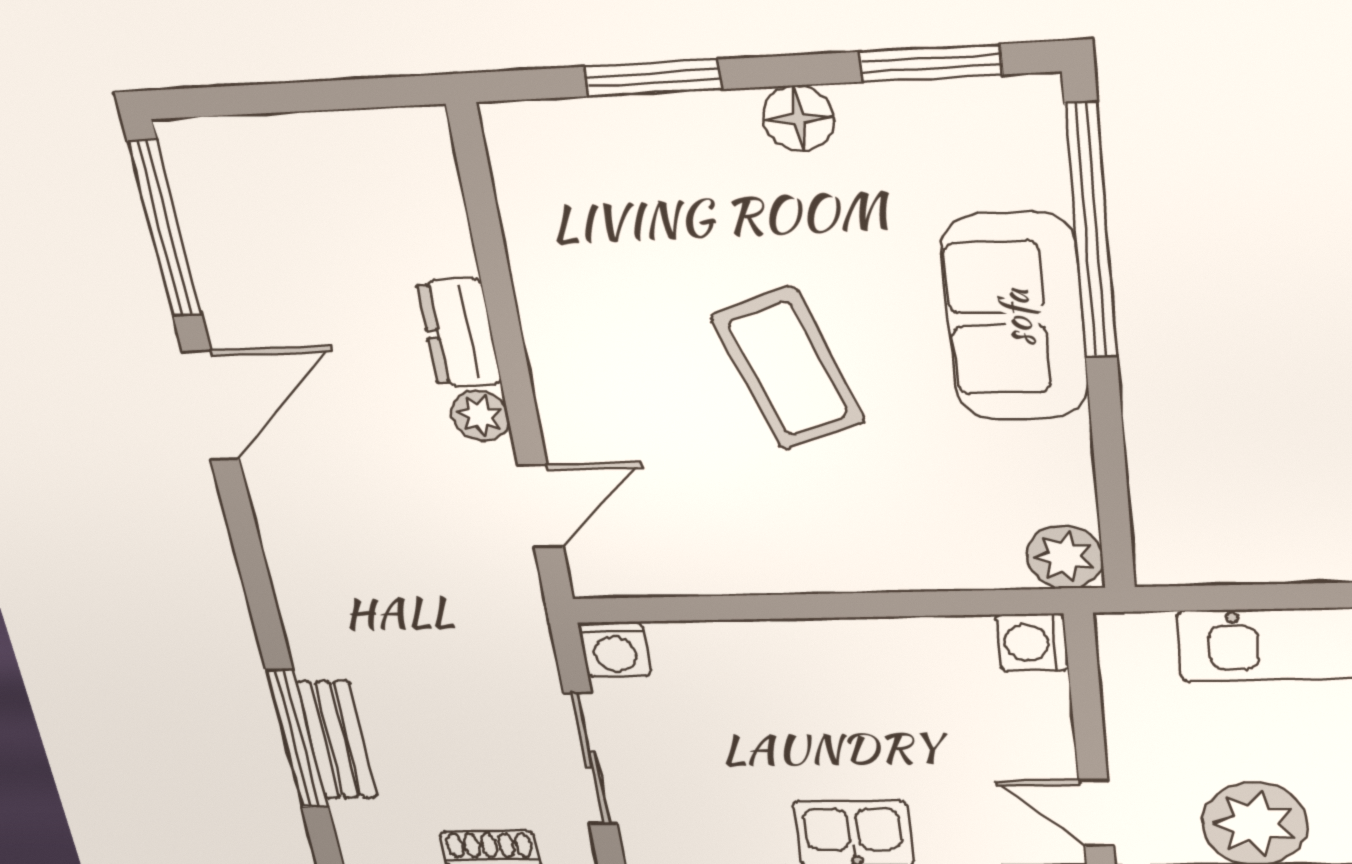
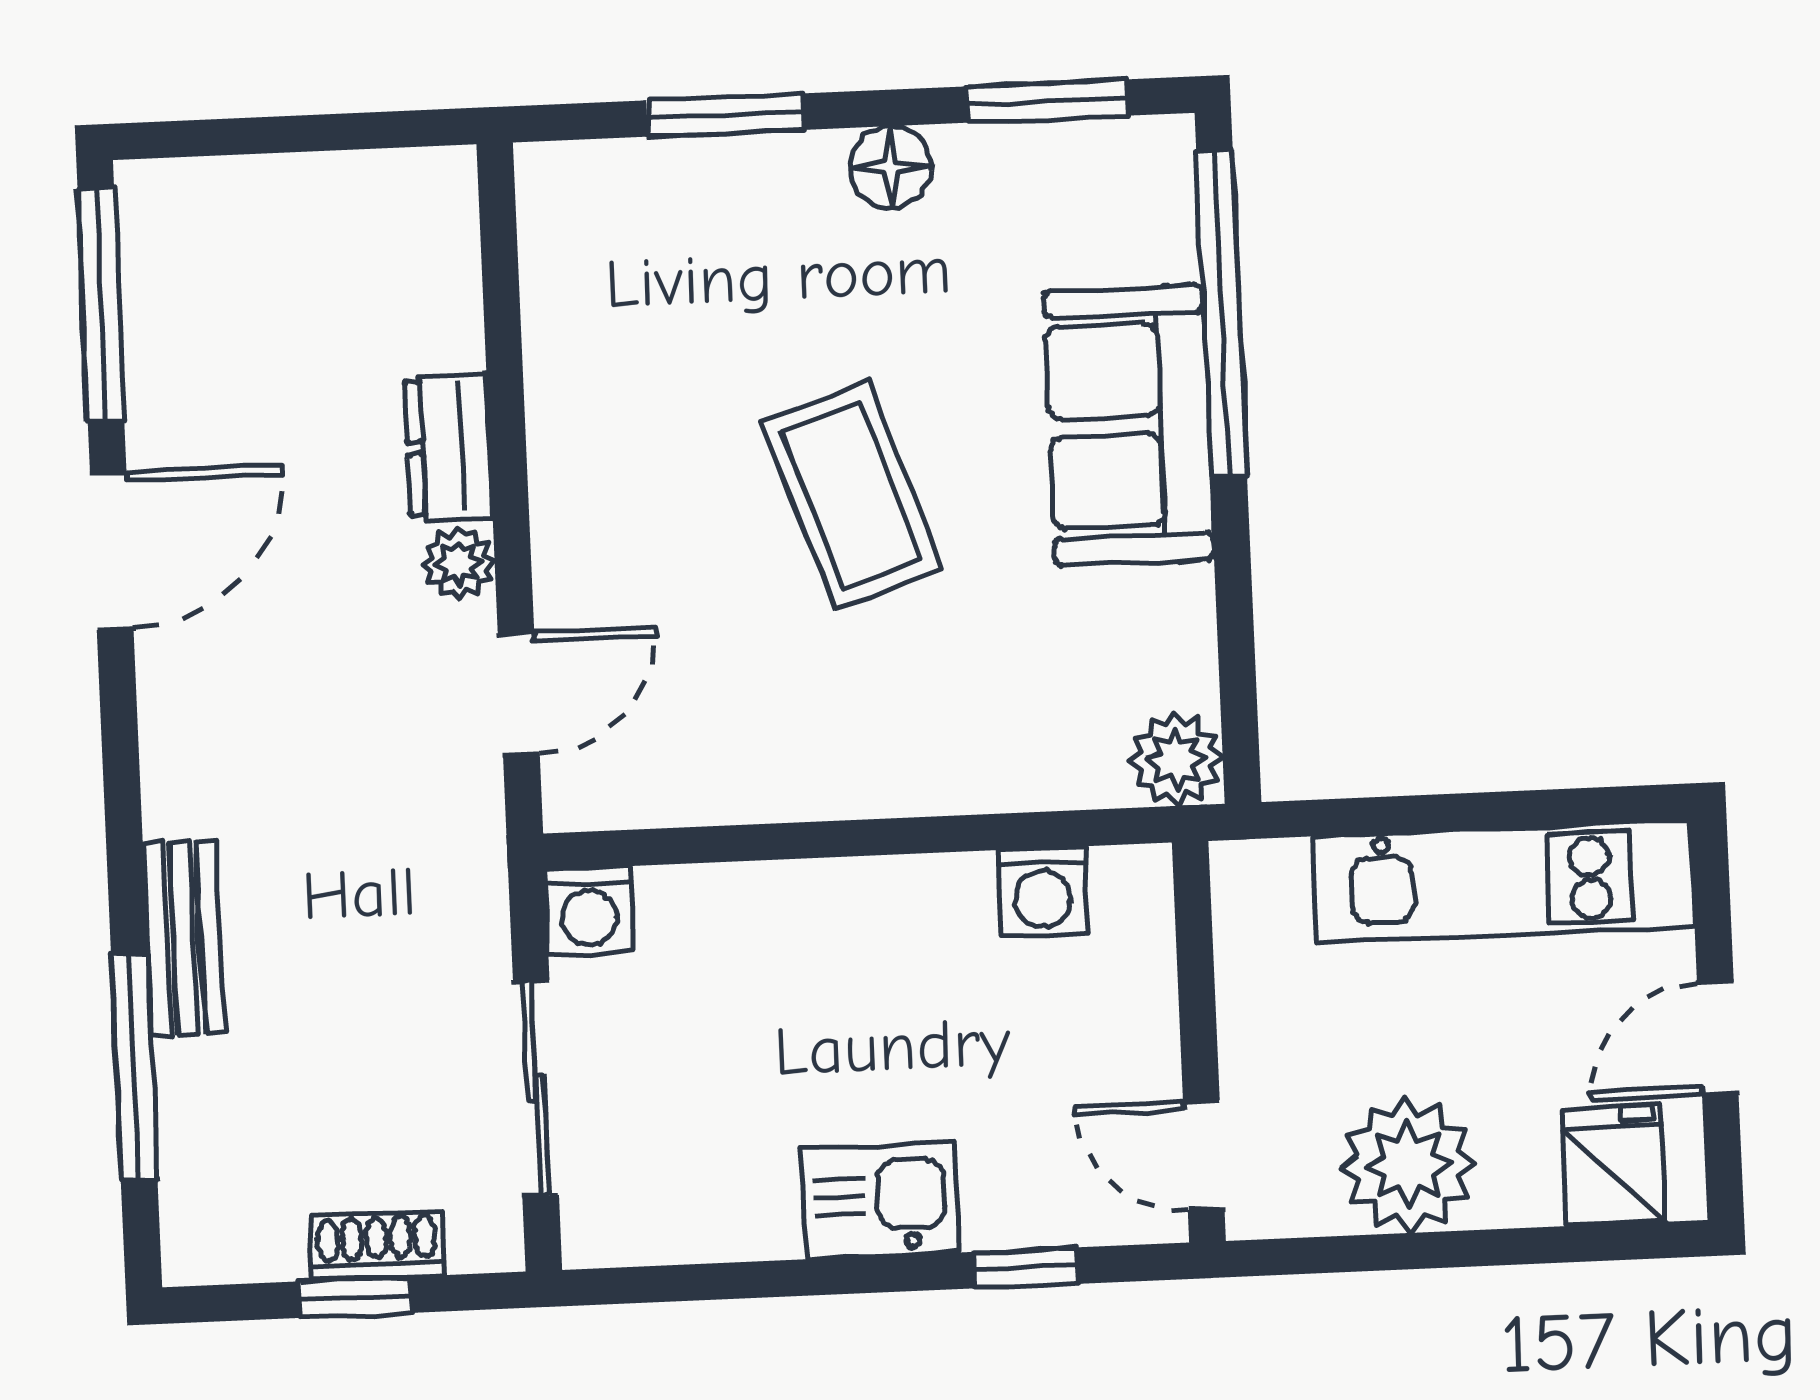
washing machine: (1032, 642) -> (1043, 892), moved, turned -90
bench: (337, 740) -> (184, 938), moved

